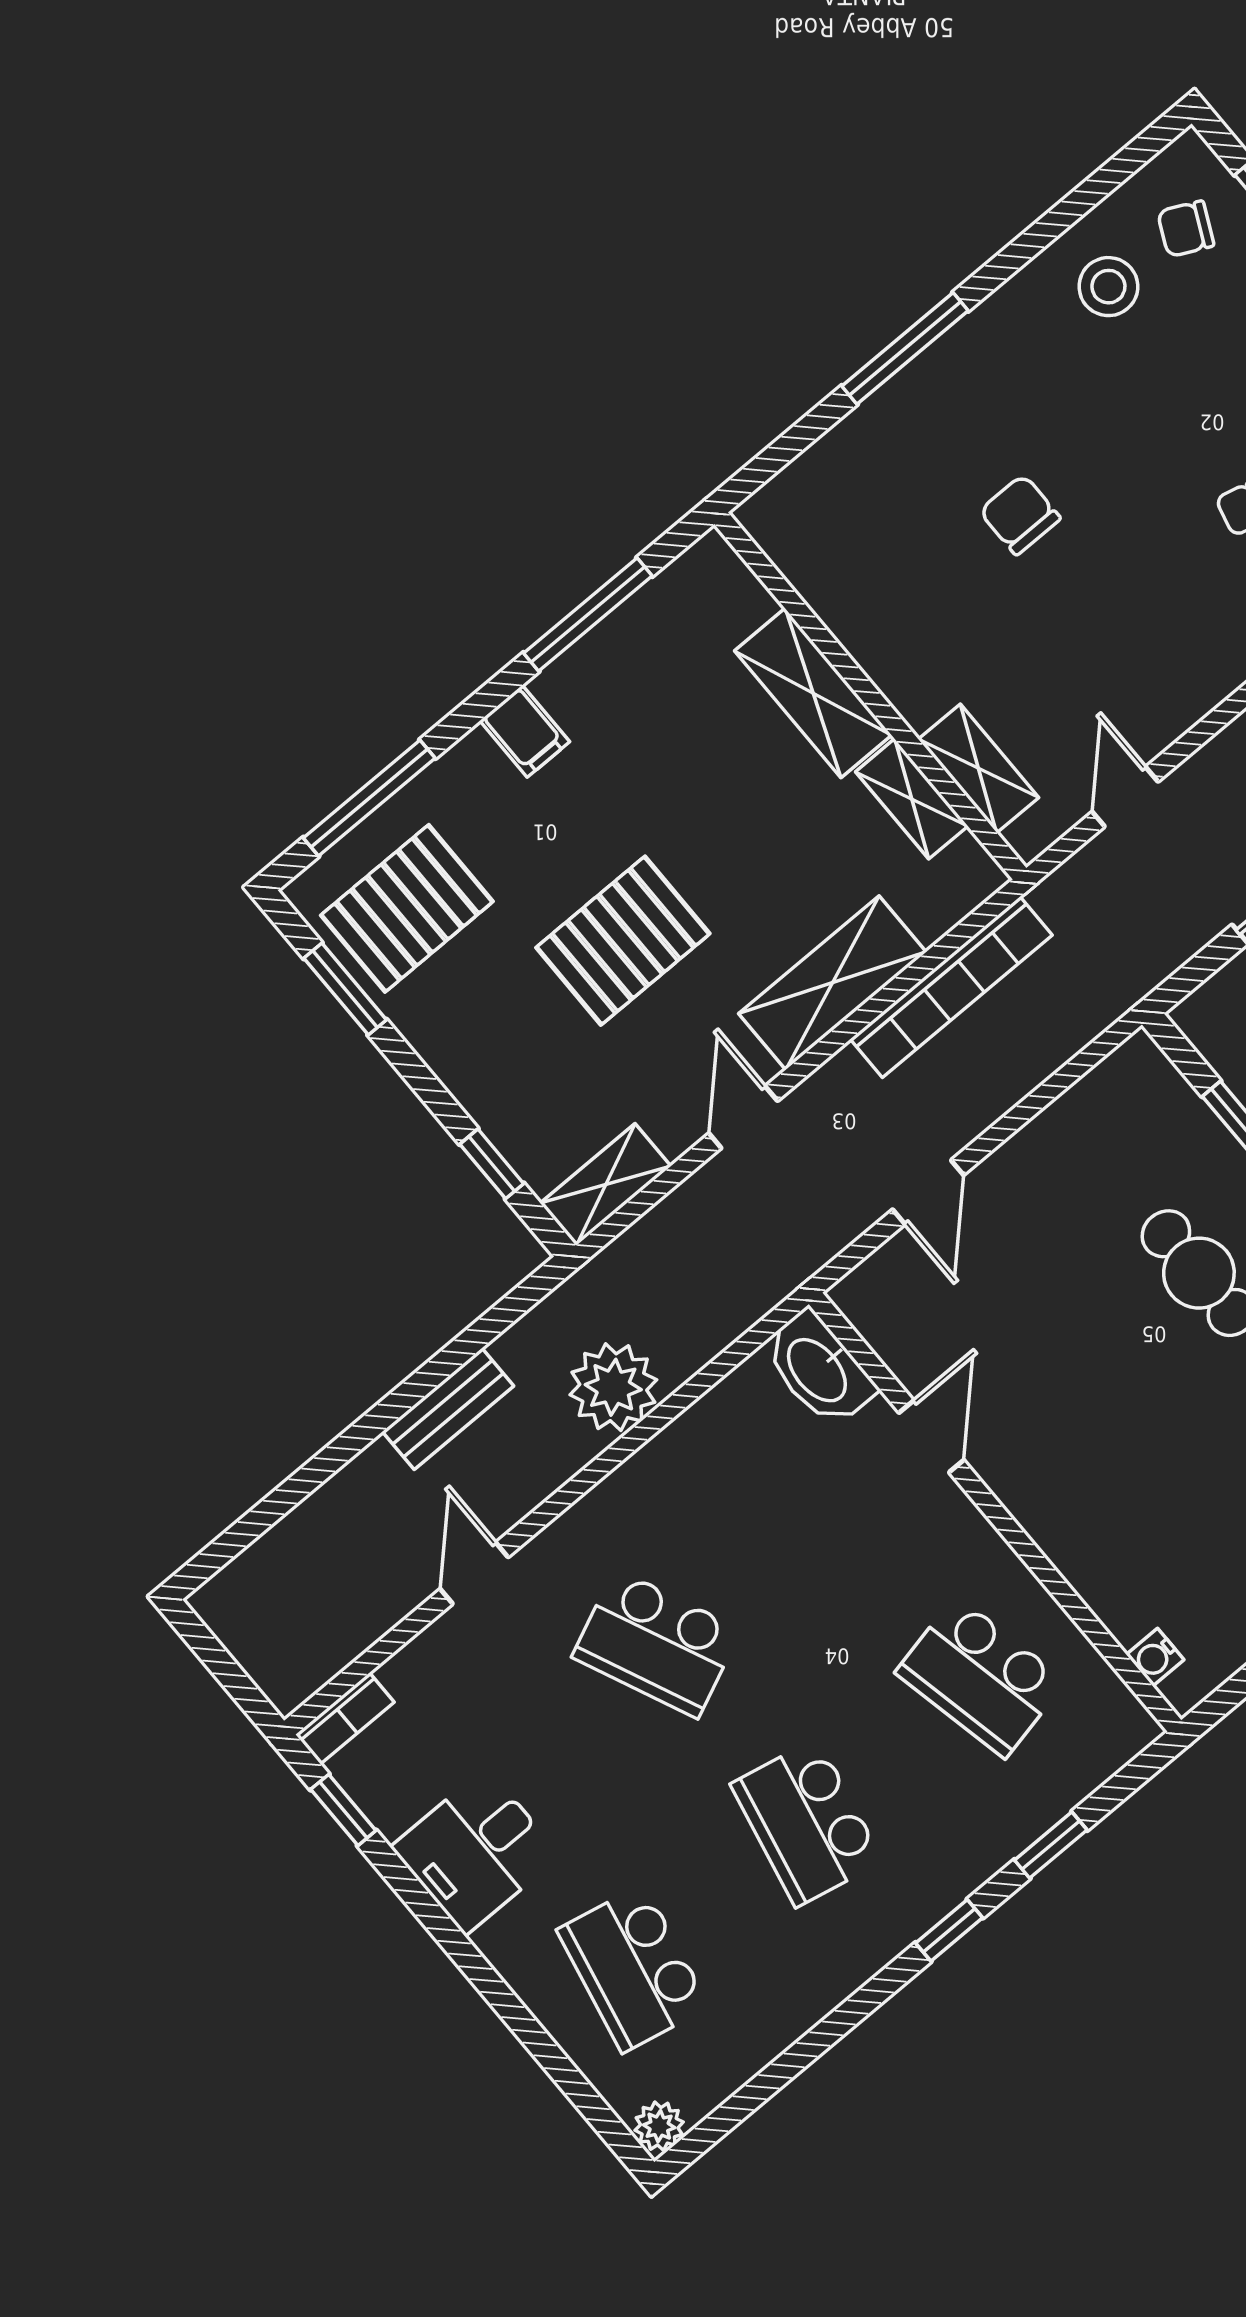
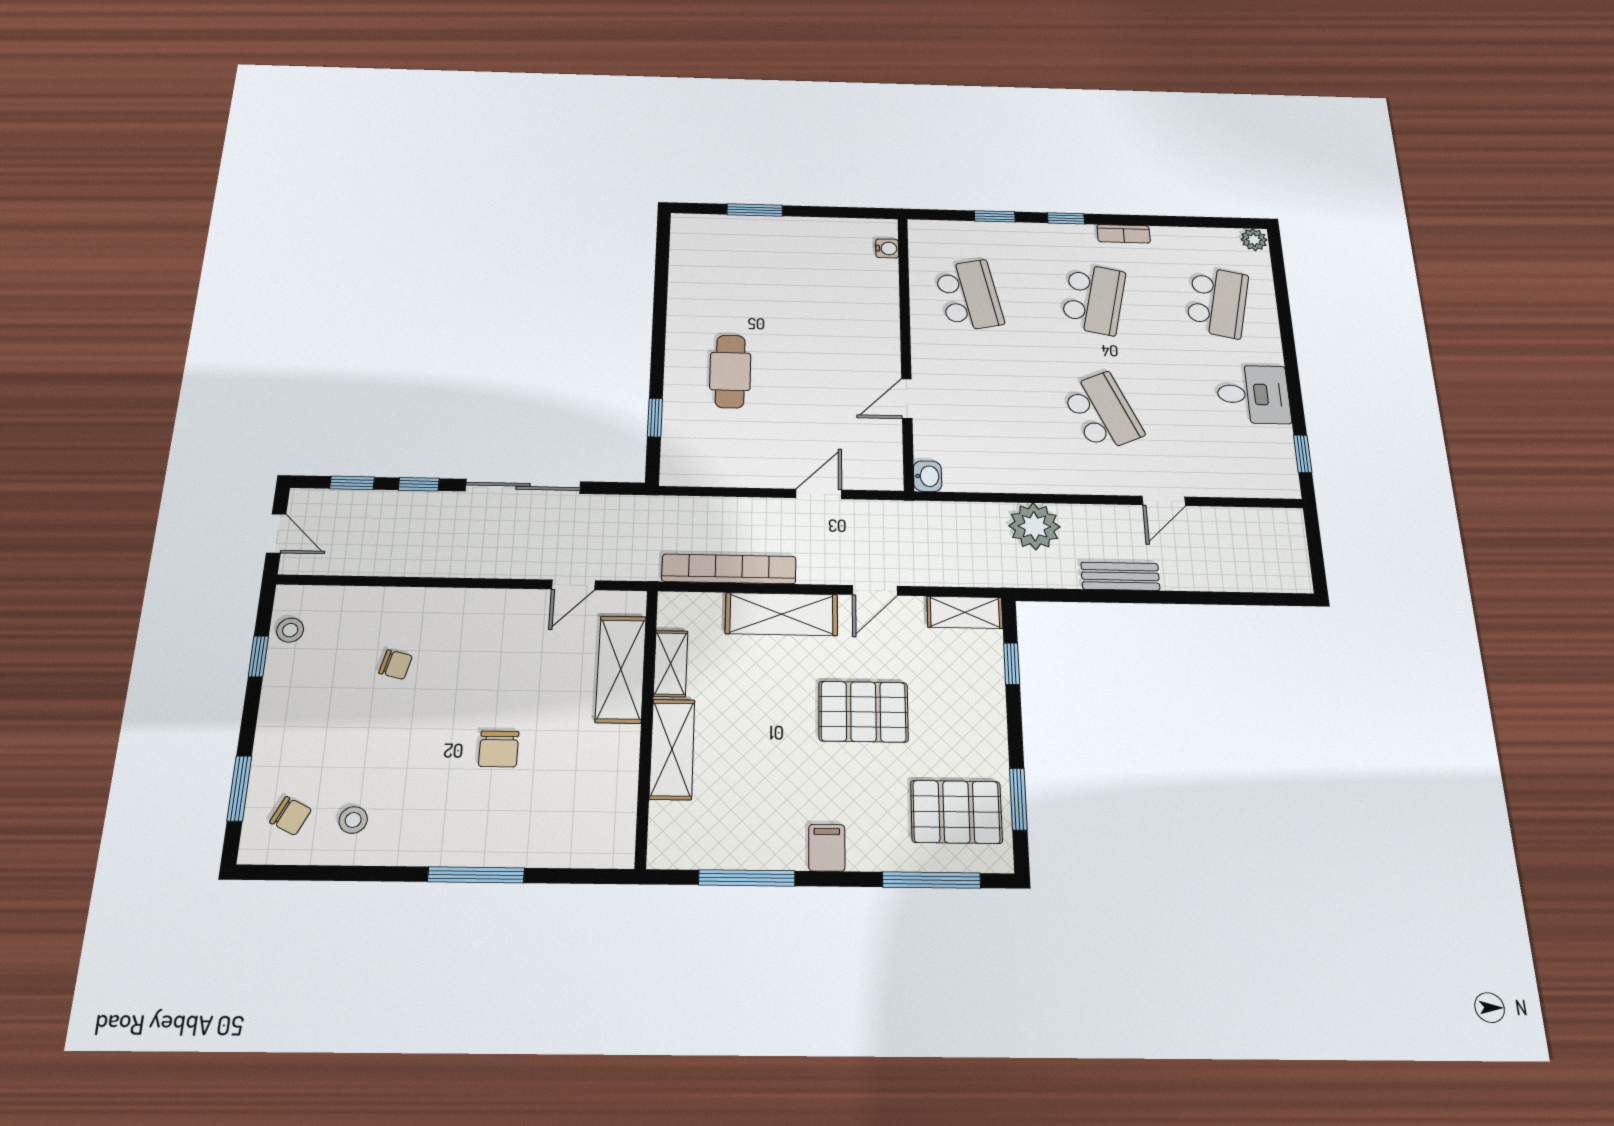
stool: (1108, 287) -> (353, 820), width x0.73, depth x0.73
shelving: (979, 768) -> (621, 669), width x1.50, depth x1.33
washbasin: (819, 1369) -> (928, 476), width x0.52, depth x0.69
bookcase: (345, 1718) -> (1124, 234), moved, turned 180

